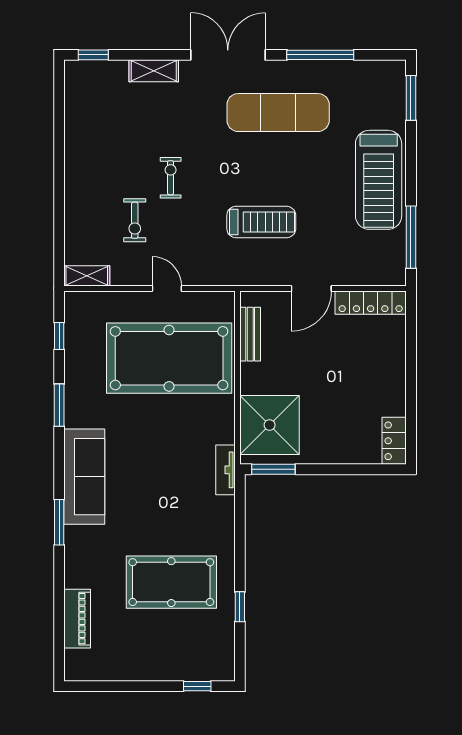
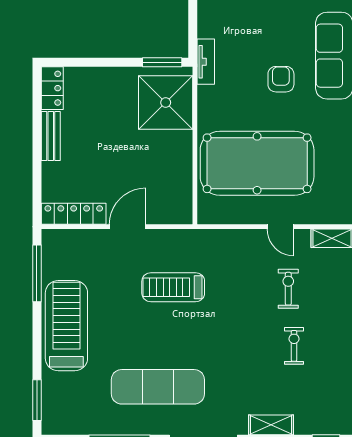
exercise bike: (171, 178) -> (294, 346), moved, turned 180
door: (167, 289) -> (280, 227), moved
bench: (250, 334) -> (51, 136), moved
armchair: (143, 451) -> (281, 79), added

